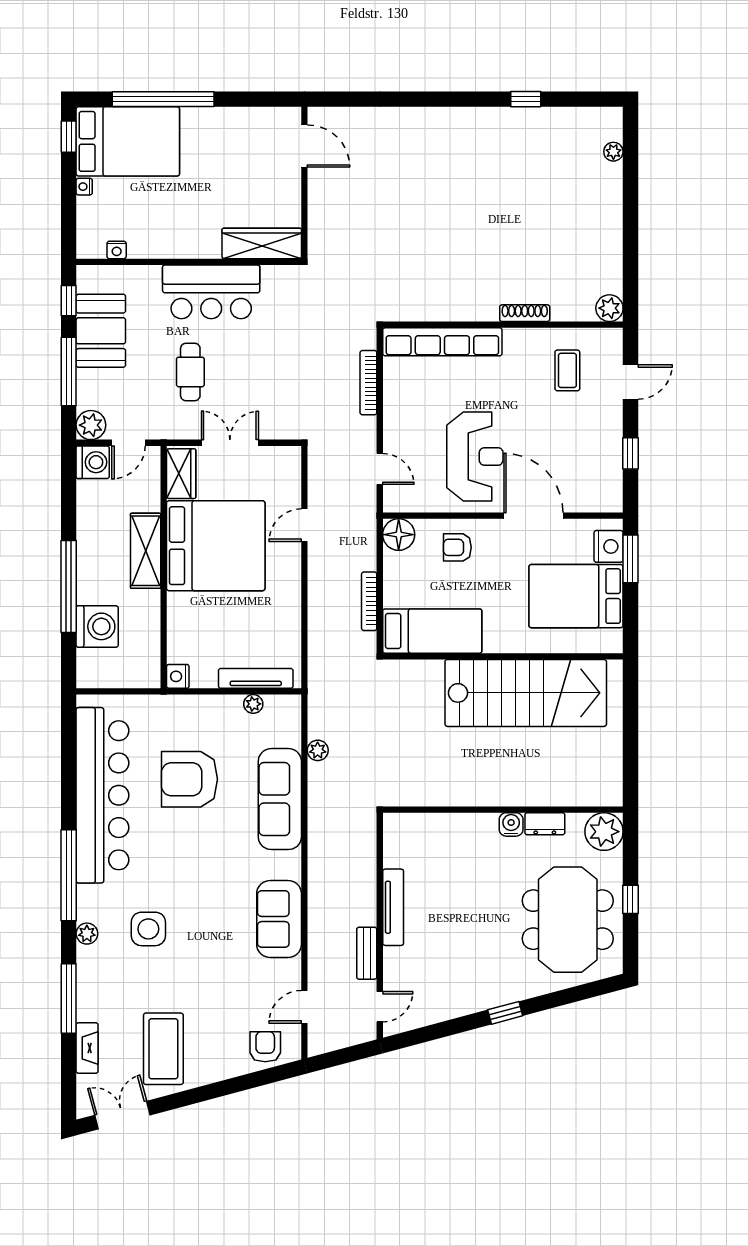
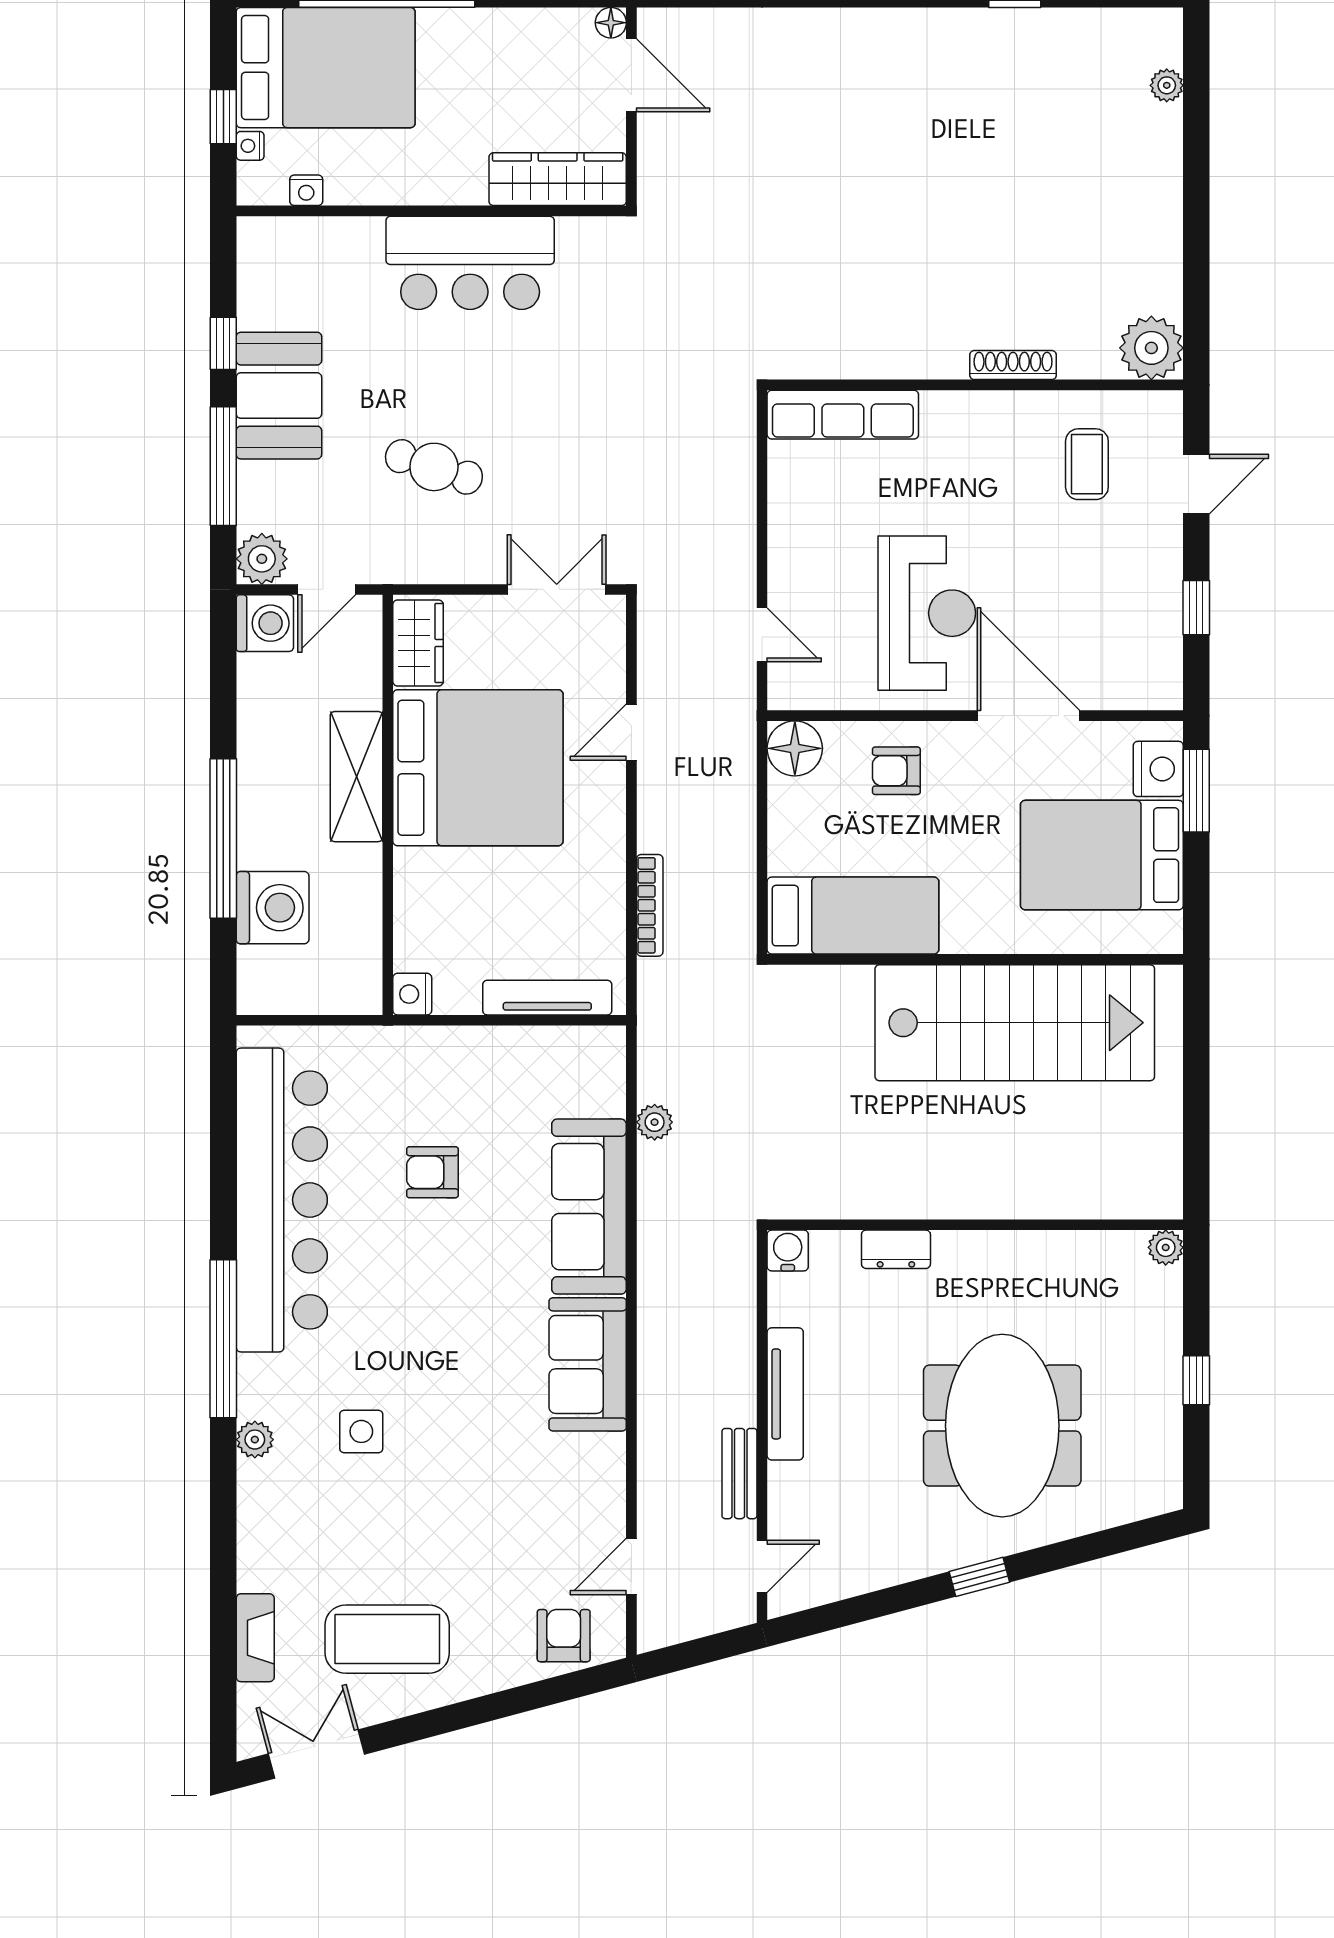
floor lamp: (292, 116) -> (611, 23), added
window: (69, 137) -> (223, 117), moved
wardrobe: (262, 244) -> (558, 179), moved
nightstand: (117, 250) -> (306, 190), moved
wall: (189, 262) -> (431, 211), moved
bar counter: (211, 292) -> (470, 263), moved
plant: (609, 308) -> (1151, 348), width x1.36, depth x1.36
row of seats: (442, 342) -> (843, 415), width x0.73
cafe table: (190, 372) -> (434, 467), turned -72
bookcase: (368, 383) -> (742, 485), removed
double door: (230, 443) -> (557, 589), moved
bookcase: (369, 601) -> (650, 905), moved, turned 180
plant: (253, 704) -> (543, 1042), removed
armchair: (189, 779) -> (432, 1172), width x0.53, depth x0.53
water cooler: (511, 824) -> (788, 1250), moved
dresser: (545, 824) -> (896, 1249), moved
plant: (604, 832) -> (1166, 1247), width x0.53, depth x0.53
sofa: (279, 919) -> (588, 1364), moved
meeting table: (568, 920) -> (1002, 1426), moved
side table: (148, 929) -> (361, 1431), width x0.73, depth x0.73
window: (69, 998) -> (223, 1552), removed
coffee table: (163, 1049) -> (387, 1639), turned 90

